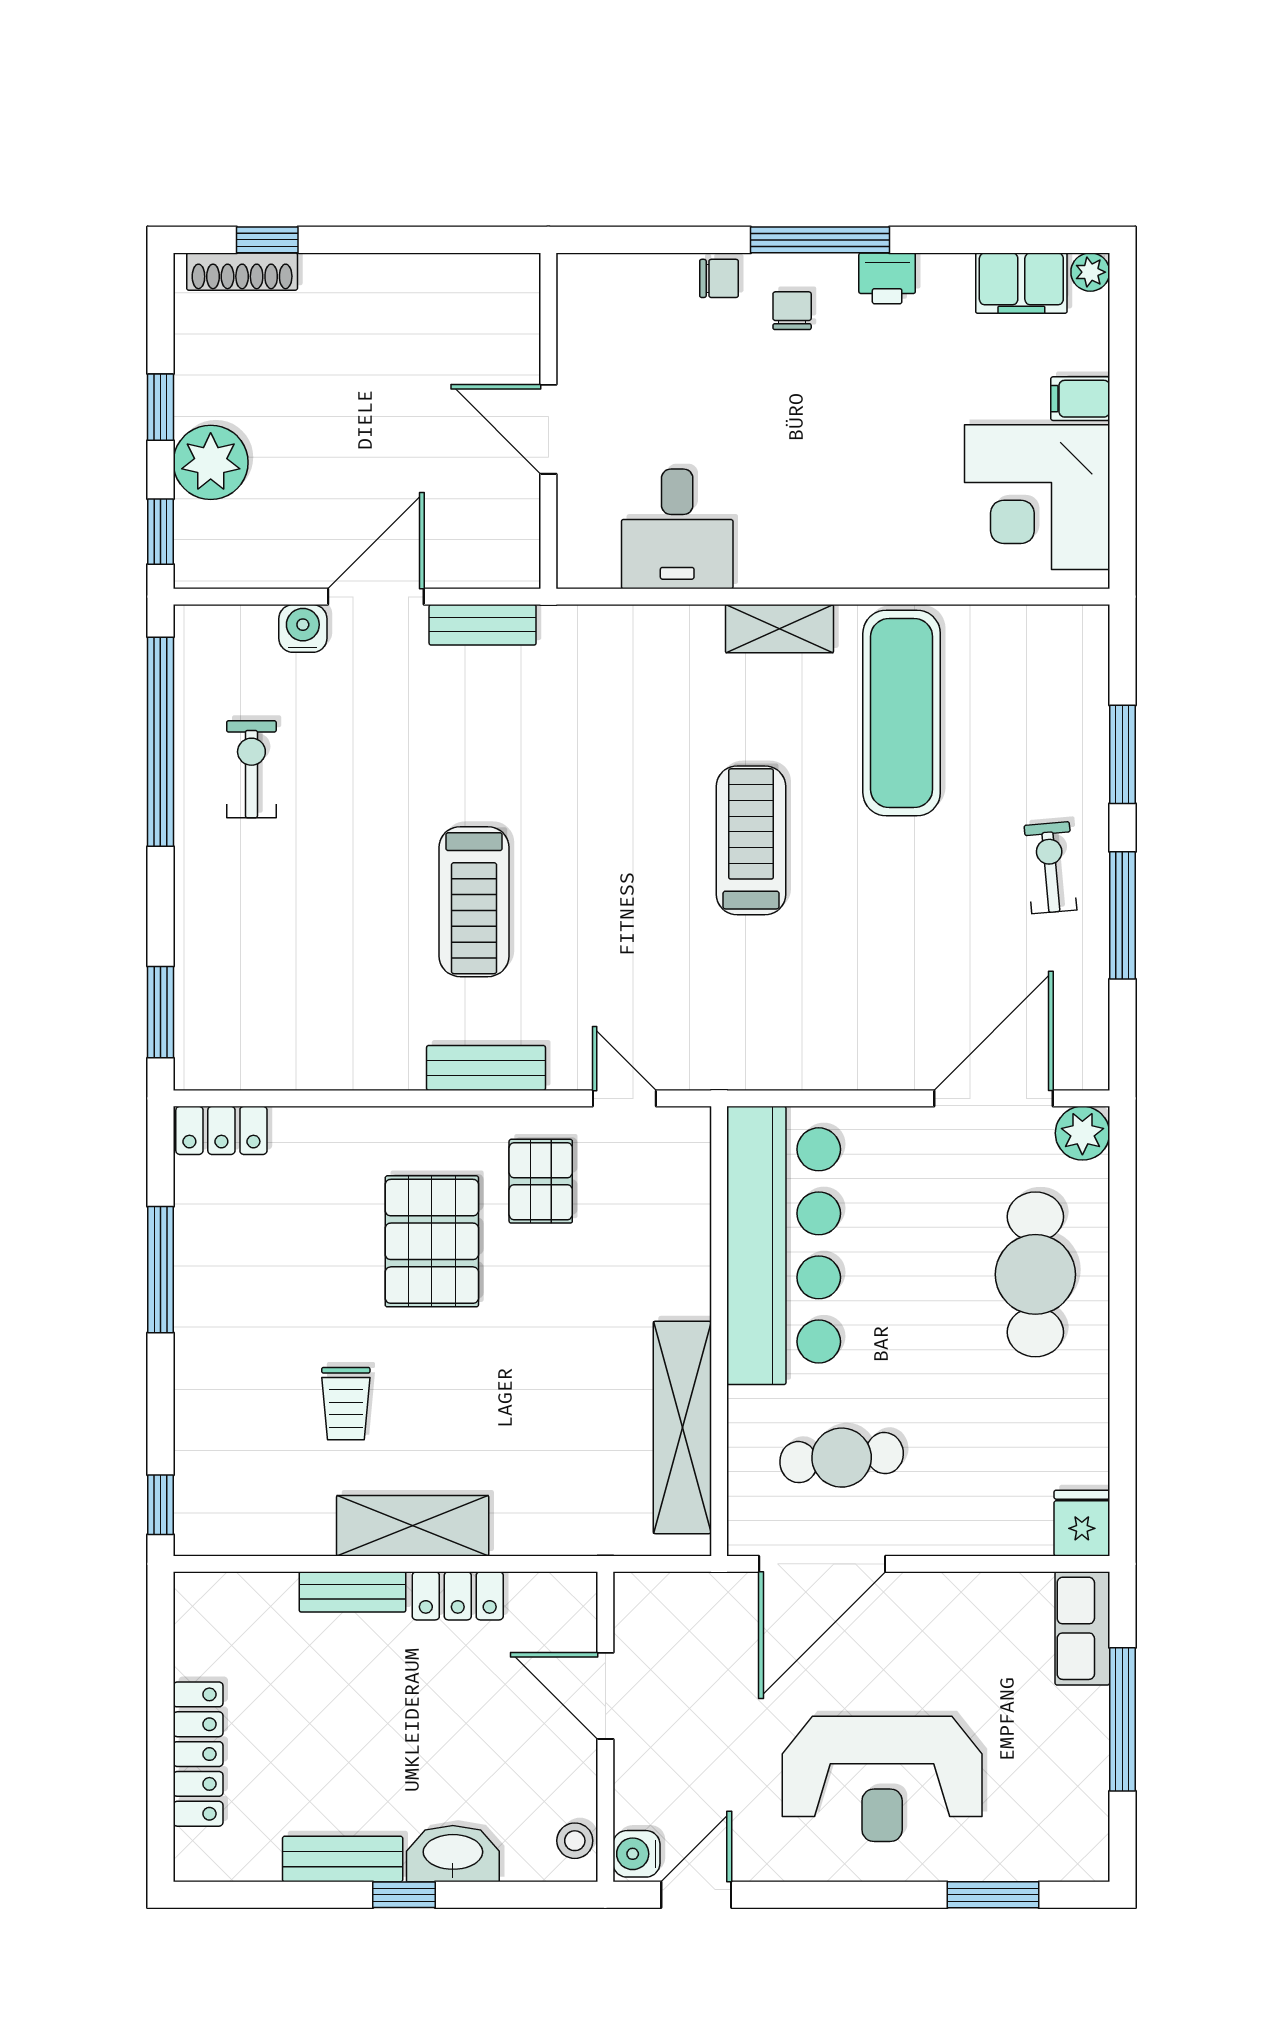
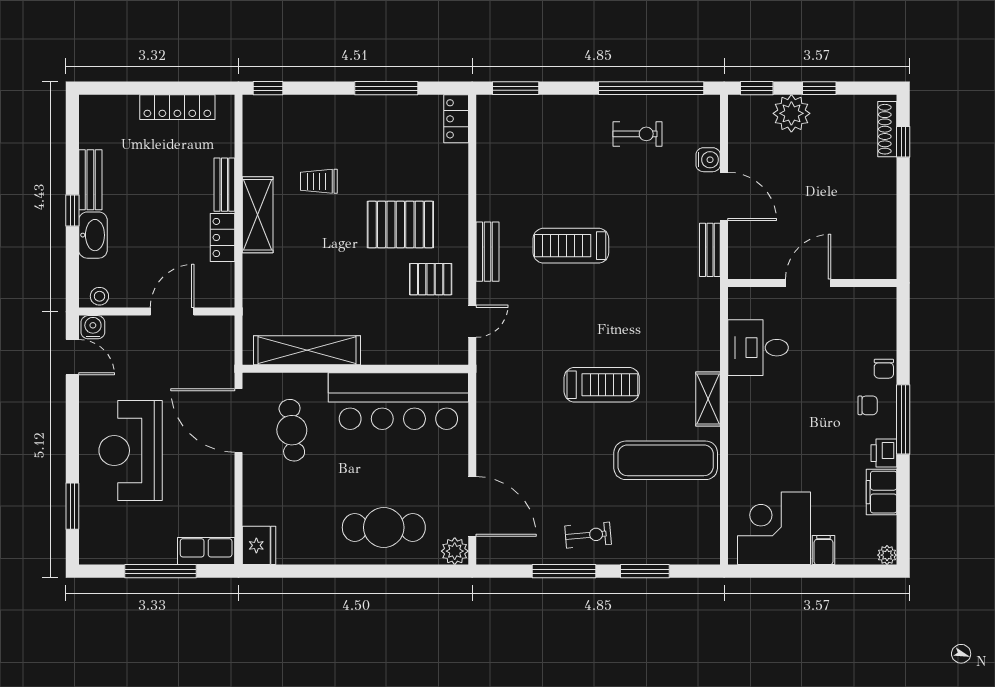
filing cabinet: (1021, 283) -> (881, 492), moved
fridge: (1082, 1523) -> (259, 545), width x1.38
locker: (198, 1754) -> (177, 107), moved

